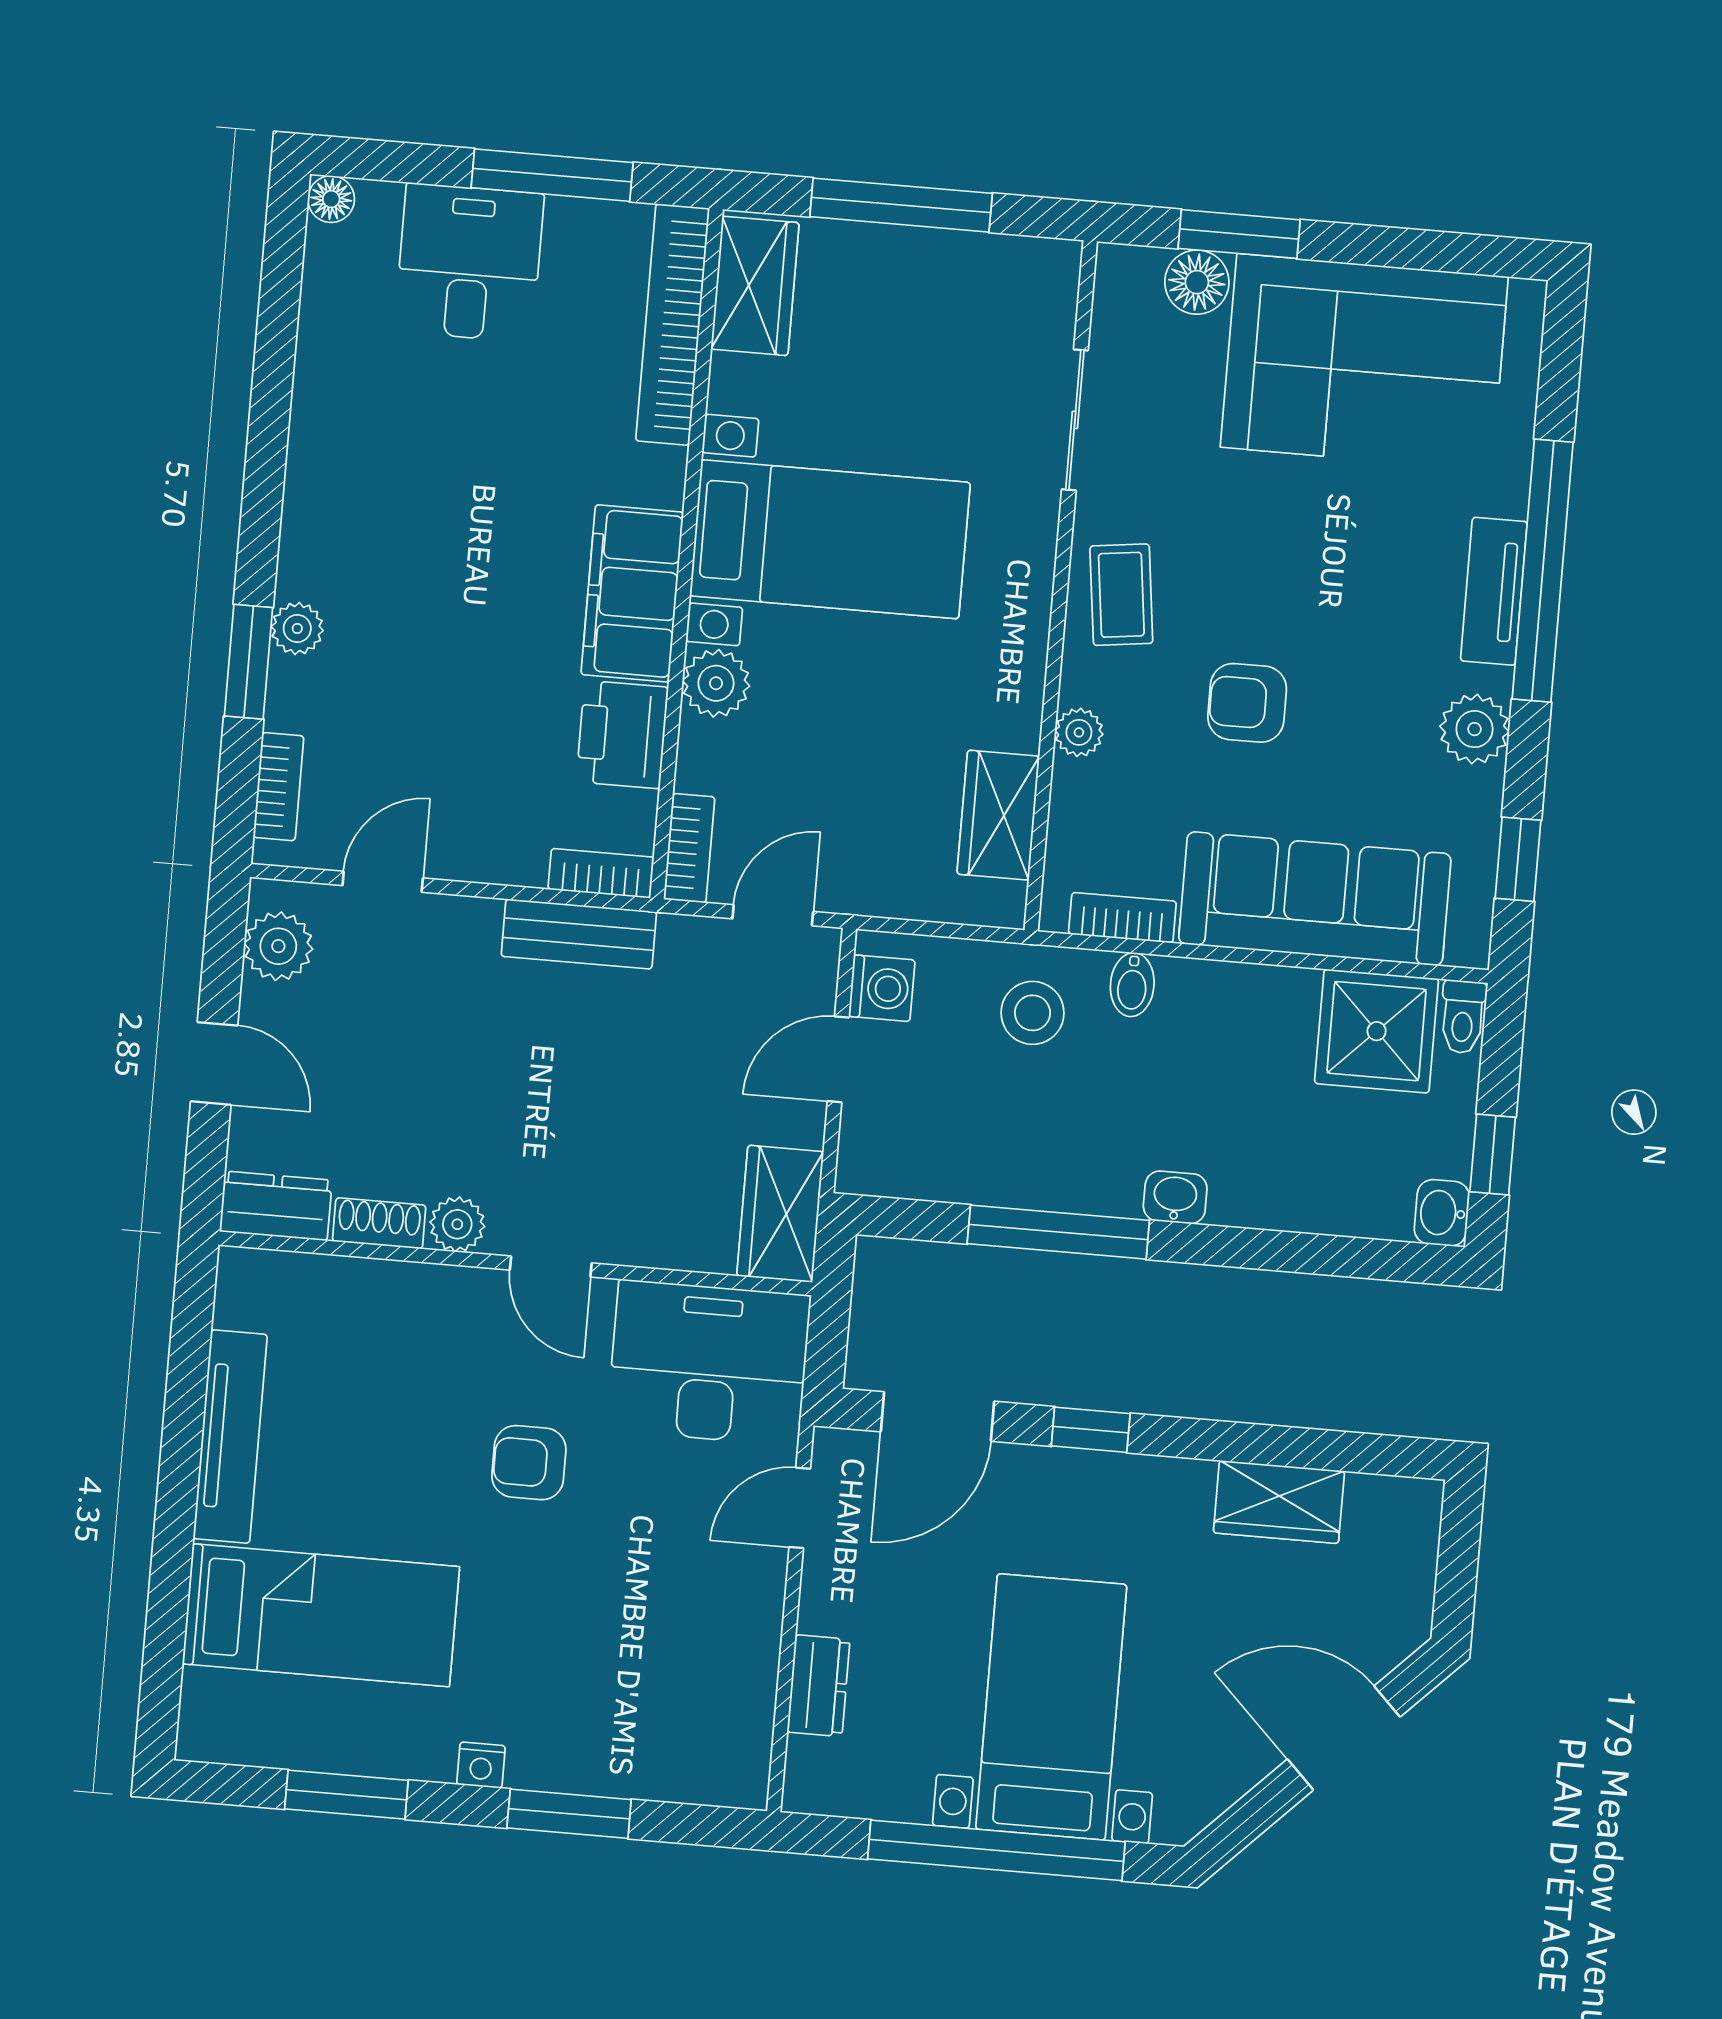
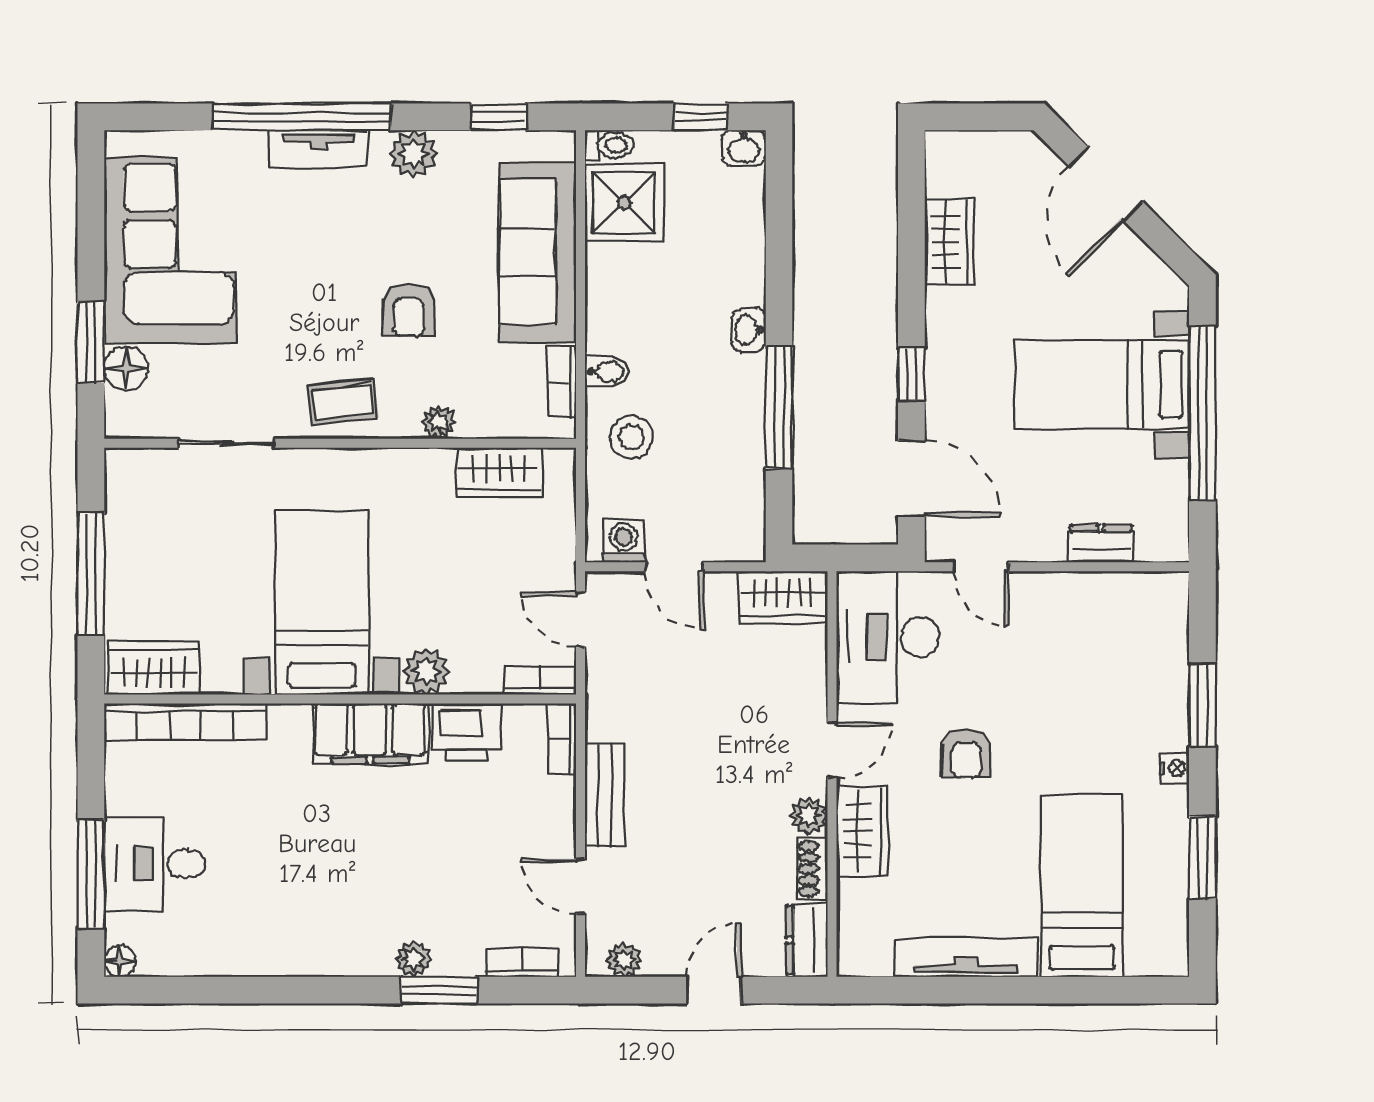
window: (552, 175) -> (91, 874), moved
bench: (579, 934) -> (605, 795), moved
plant: (278, 946) -> (624, 960), width x0.73, depth x0.73
wardrobe: (428, 1300) -> (862, 831), added

